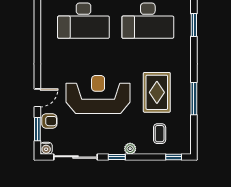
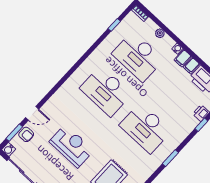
reception desk: (98, 94) -> (71, 146), width x0.74, depth x0.77

